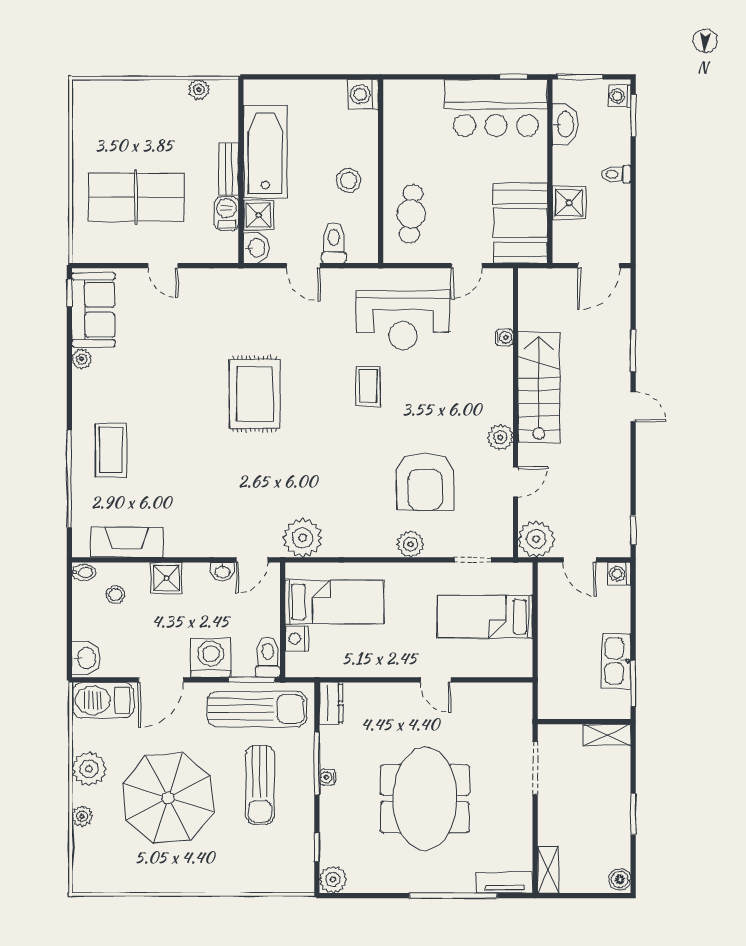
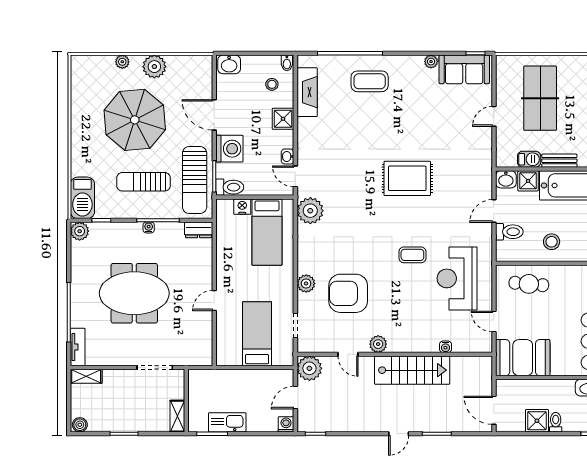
shower: (569, 203) -> (537, 421), moved
barbecue: (103, 700) -> (82, 198), moved, turned 180

